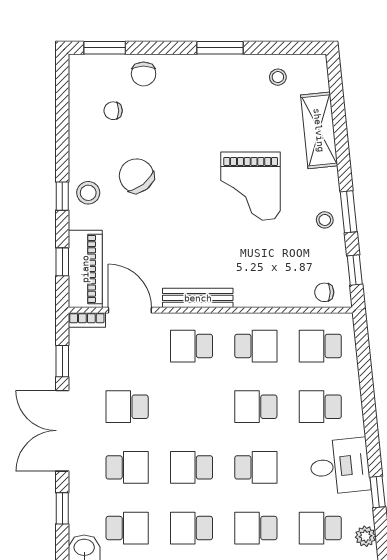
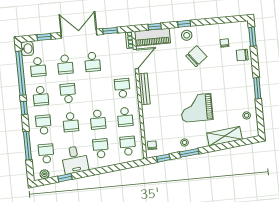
school desk: (127, 407) -> (92, 62), turned 180
school desk: (256, 407) -> (98, 120), turned 180
school desk: (191, 528) -> (41, 96), turned 180

